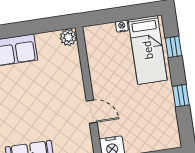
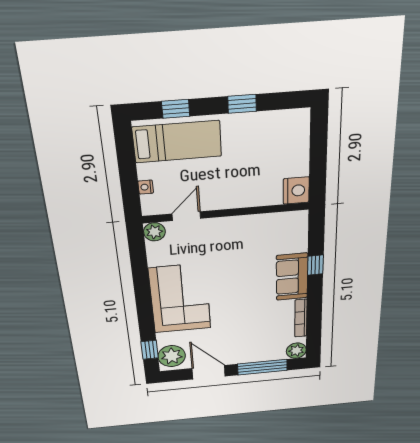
nightstand: (122, 26) -> (146, 187), moved
door: (92, 112) -> (186, 216), moved

